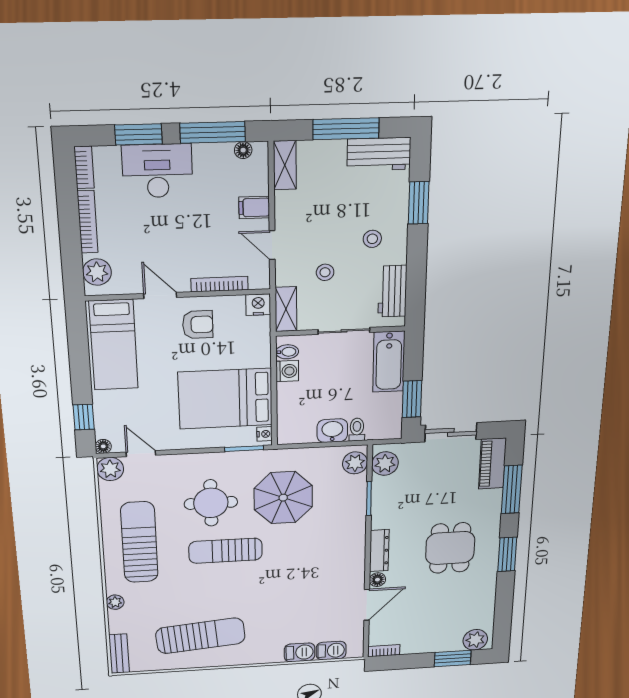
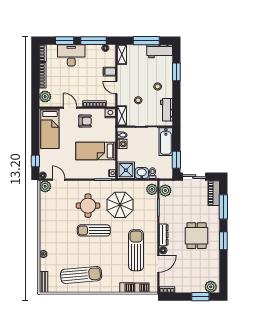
bed: (225, 399) -> (96, 151), width x0.67
shower: (296, 426) -> (126, 170), added
sun lounger: (139, 542) -> (136, 250), moved

